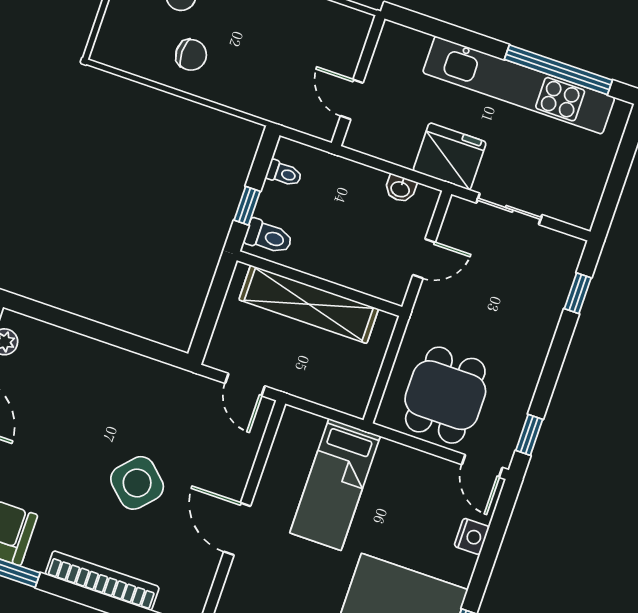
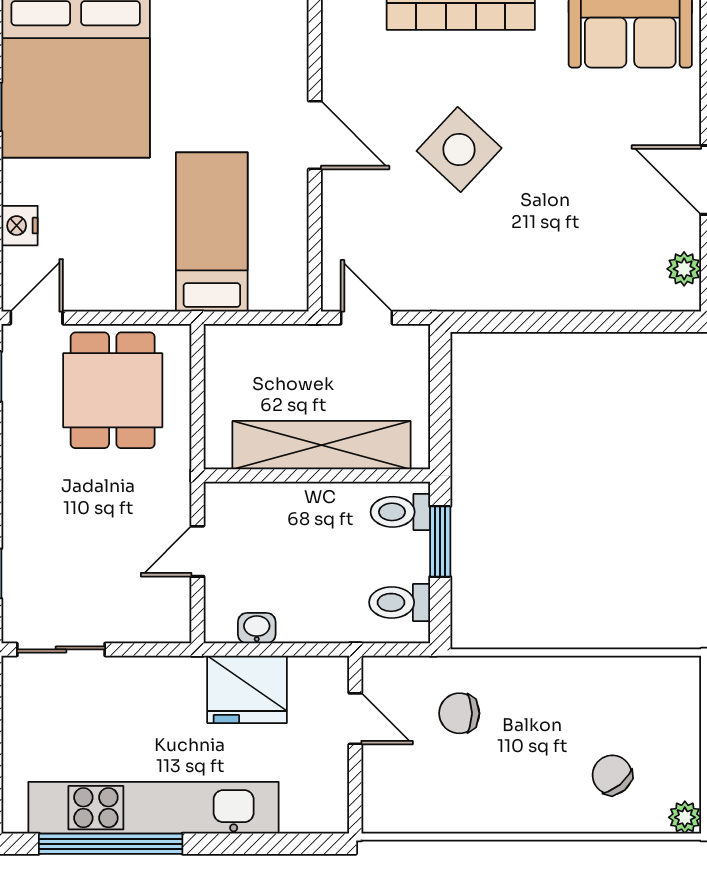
chair: (191, 55) -> (459, 713), moved
fridge: (450, 156) -> (247, 689), moved
toilet: (284, 173) -> (400, 602), width x1.37, depth x1.39
window: (247, 206) -> (440, 542), width x1.50
sliding door: (509, 209) -> (61, 649), moved
door: (482, 466) -> (37, 318), hinge flipped

